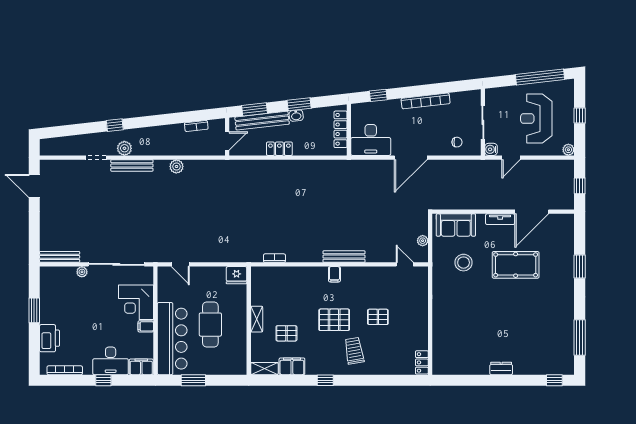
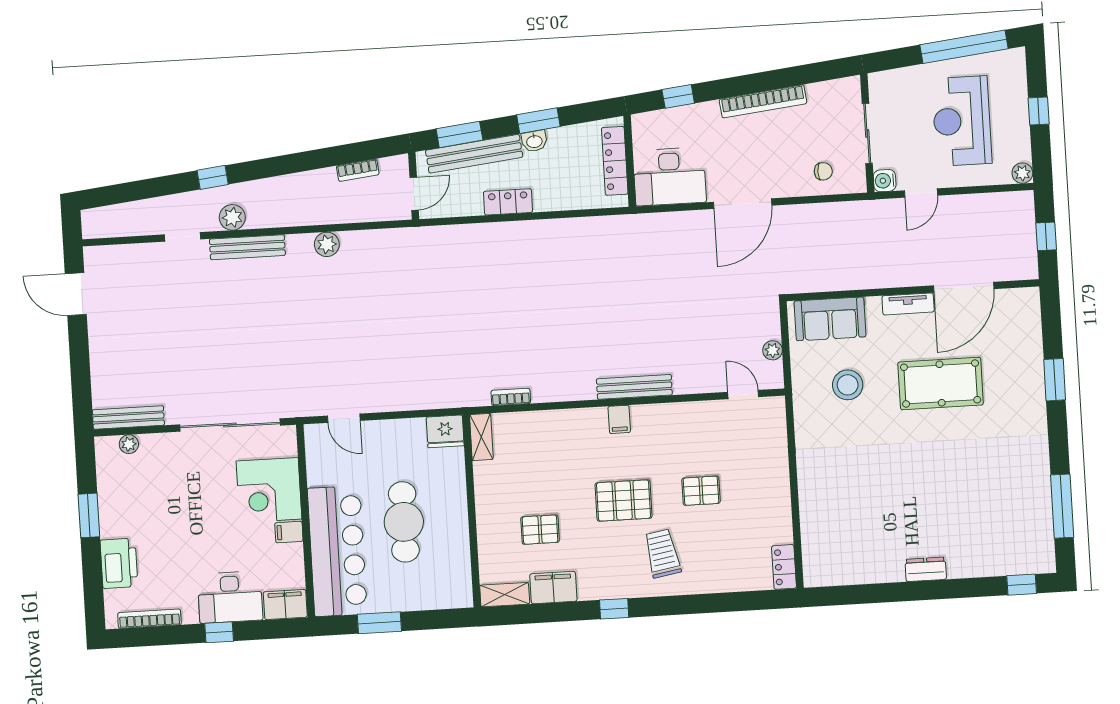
plant: (82, 272) -> (129, 444), moved
shelving: (257, 319) -> (481, 437), moved

